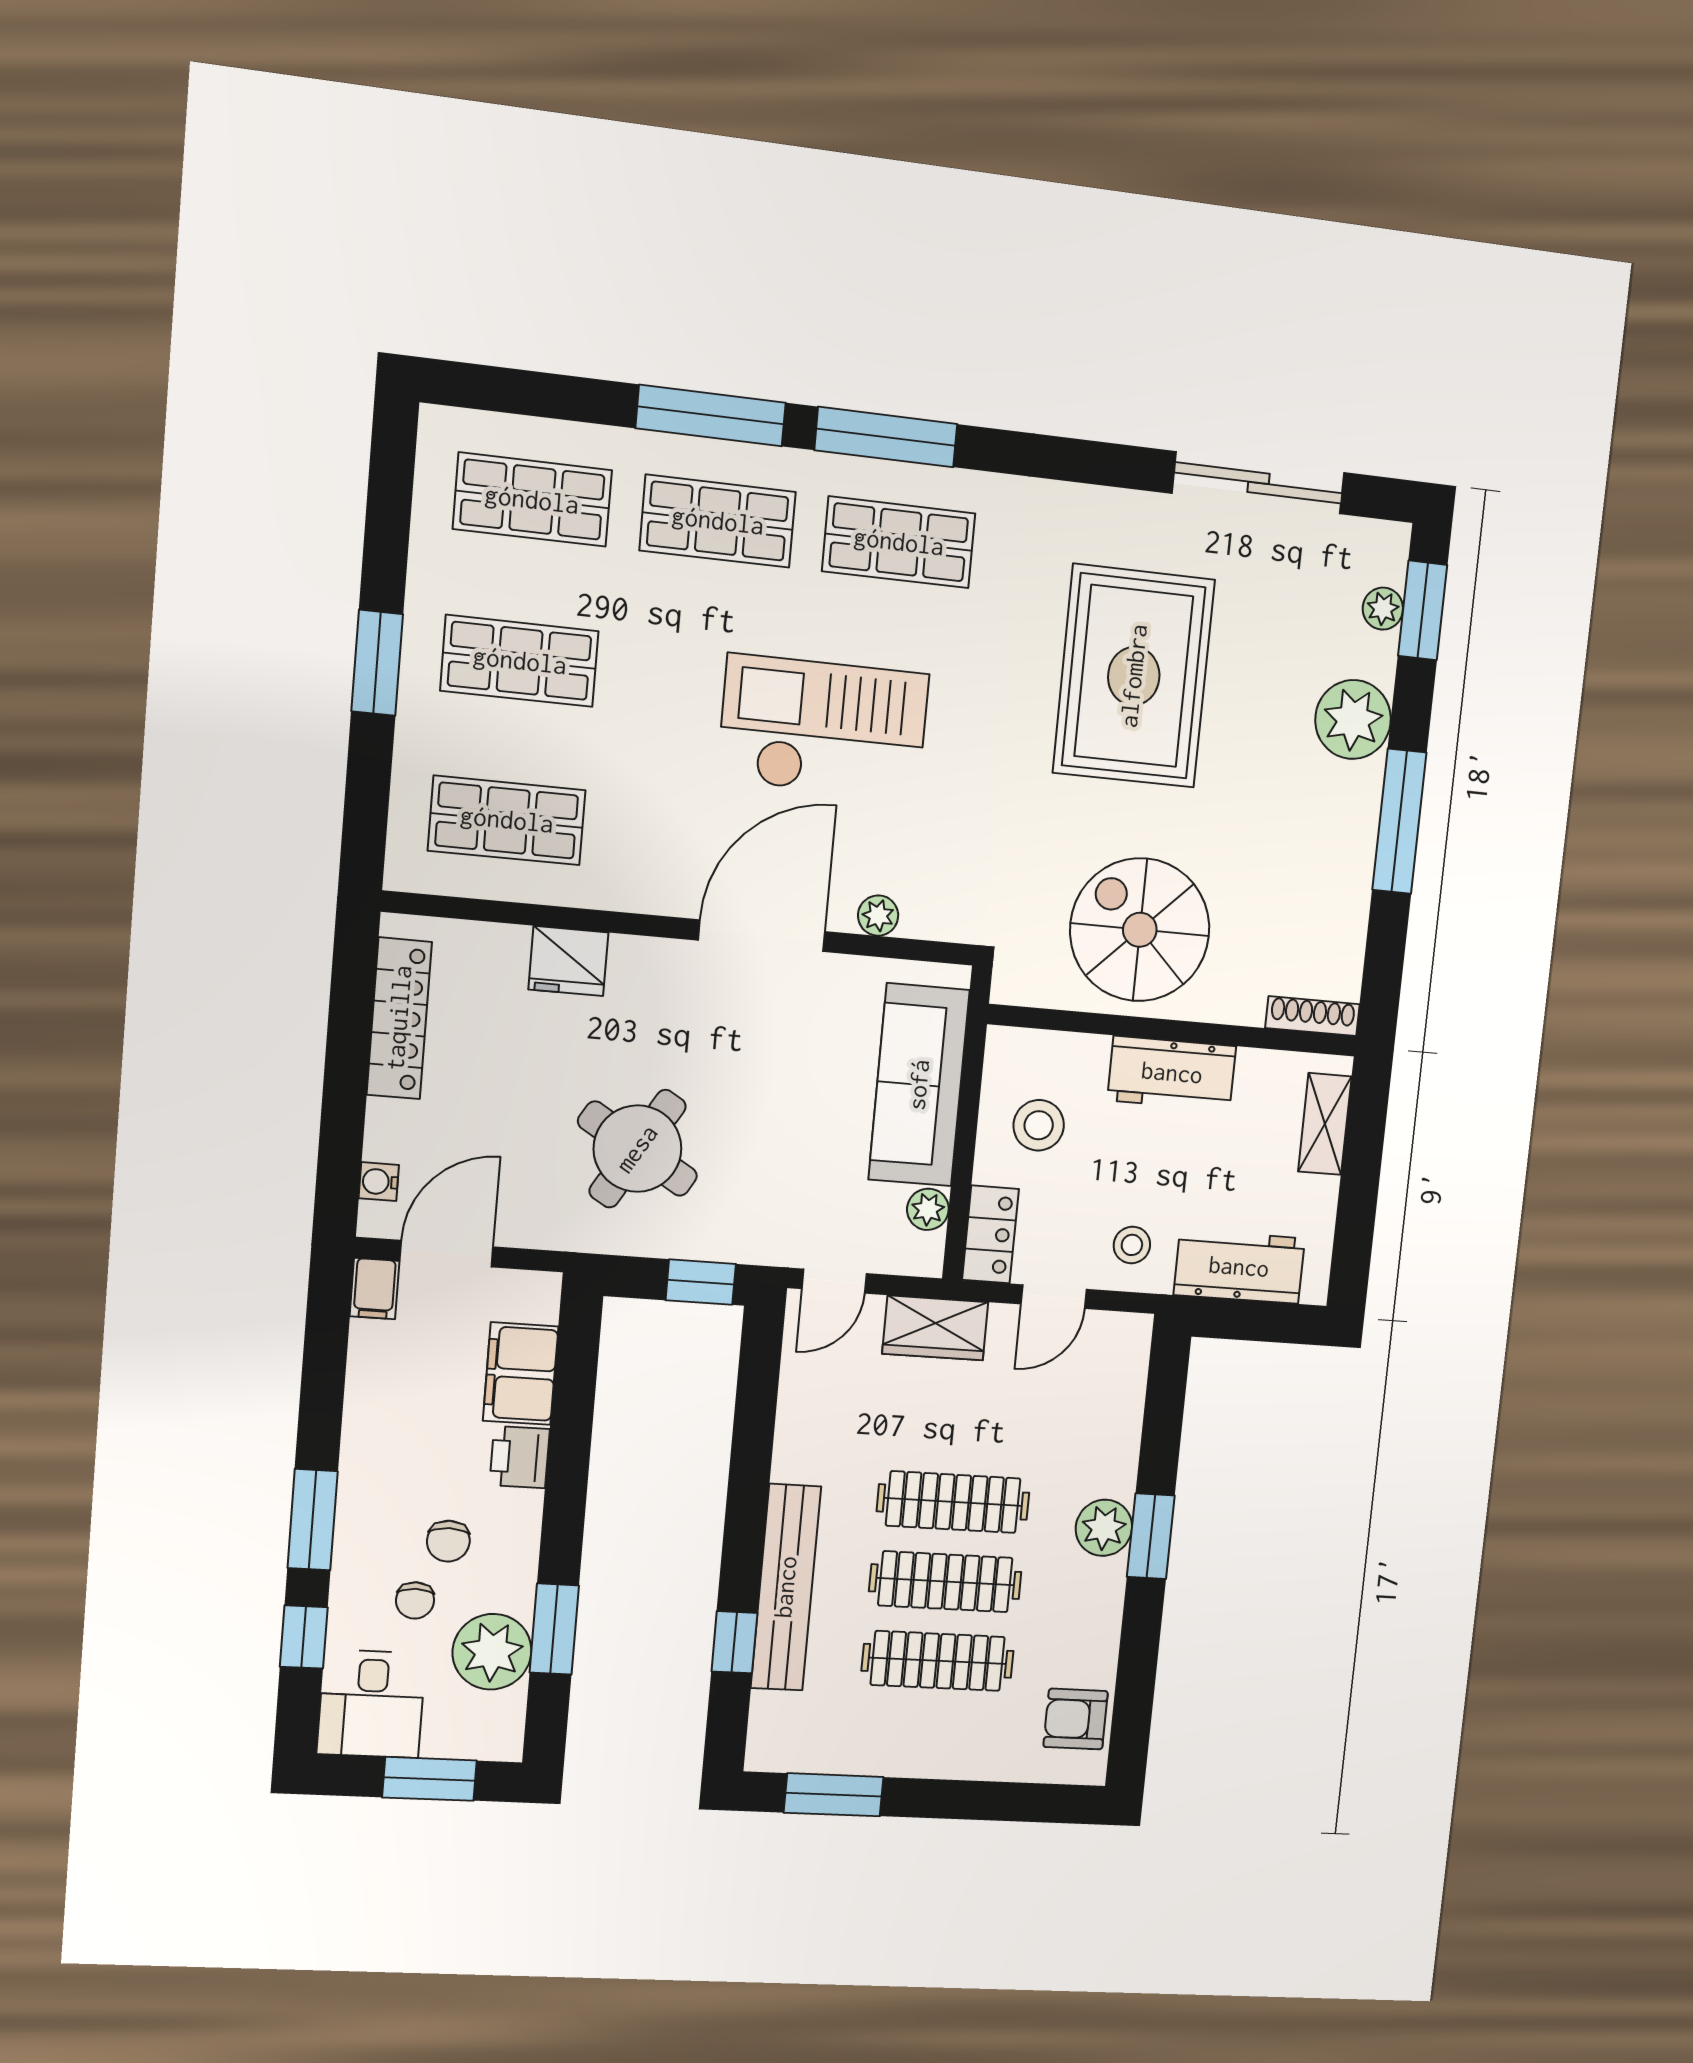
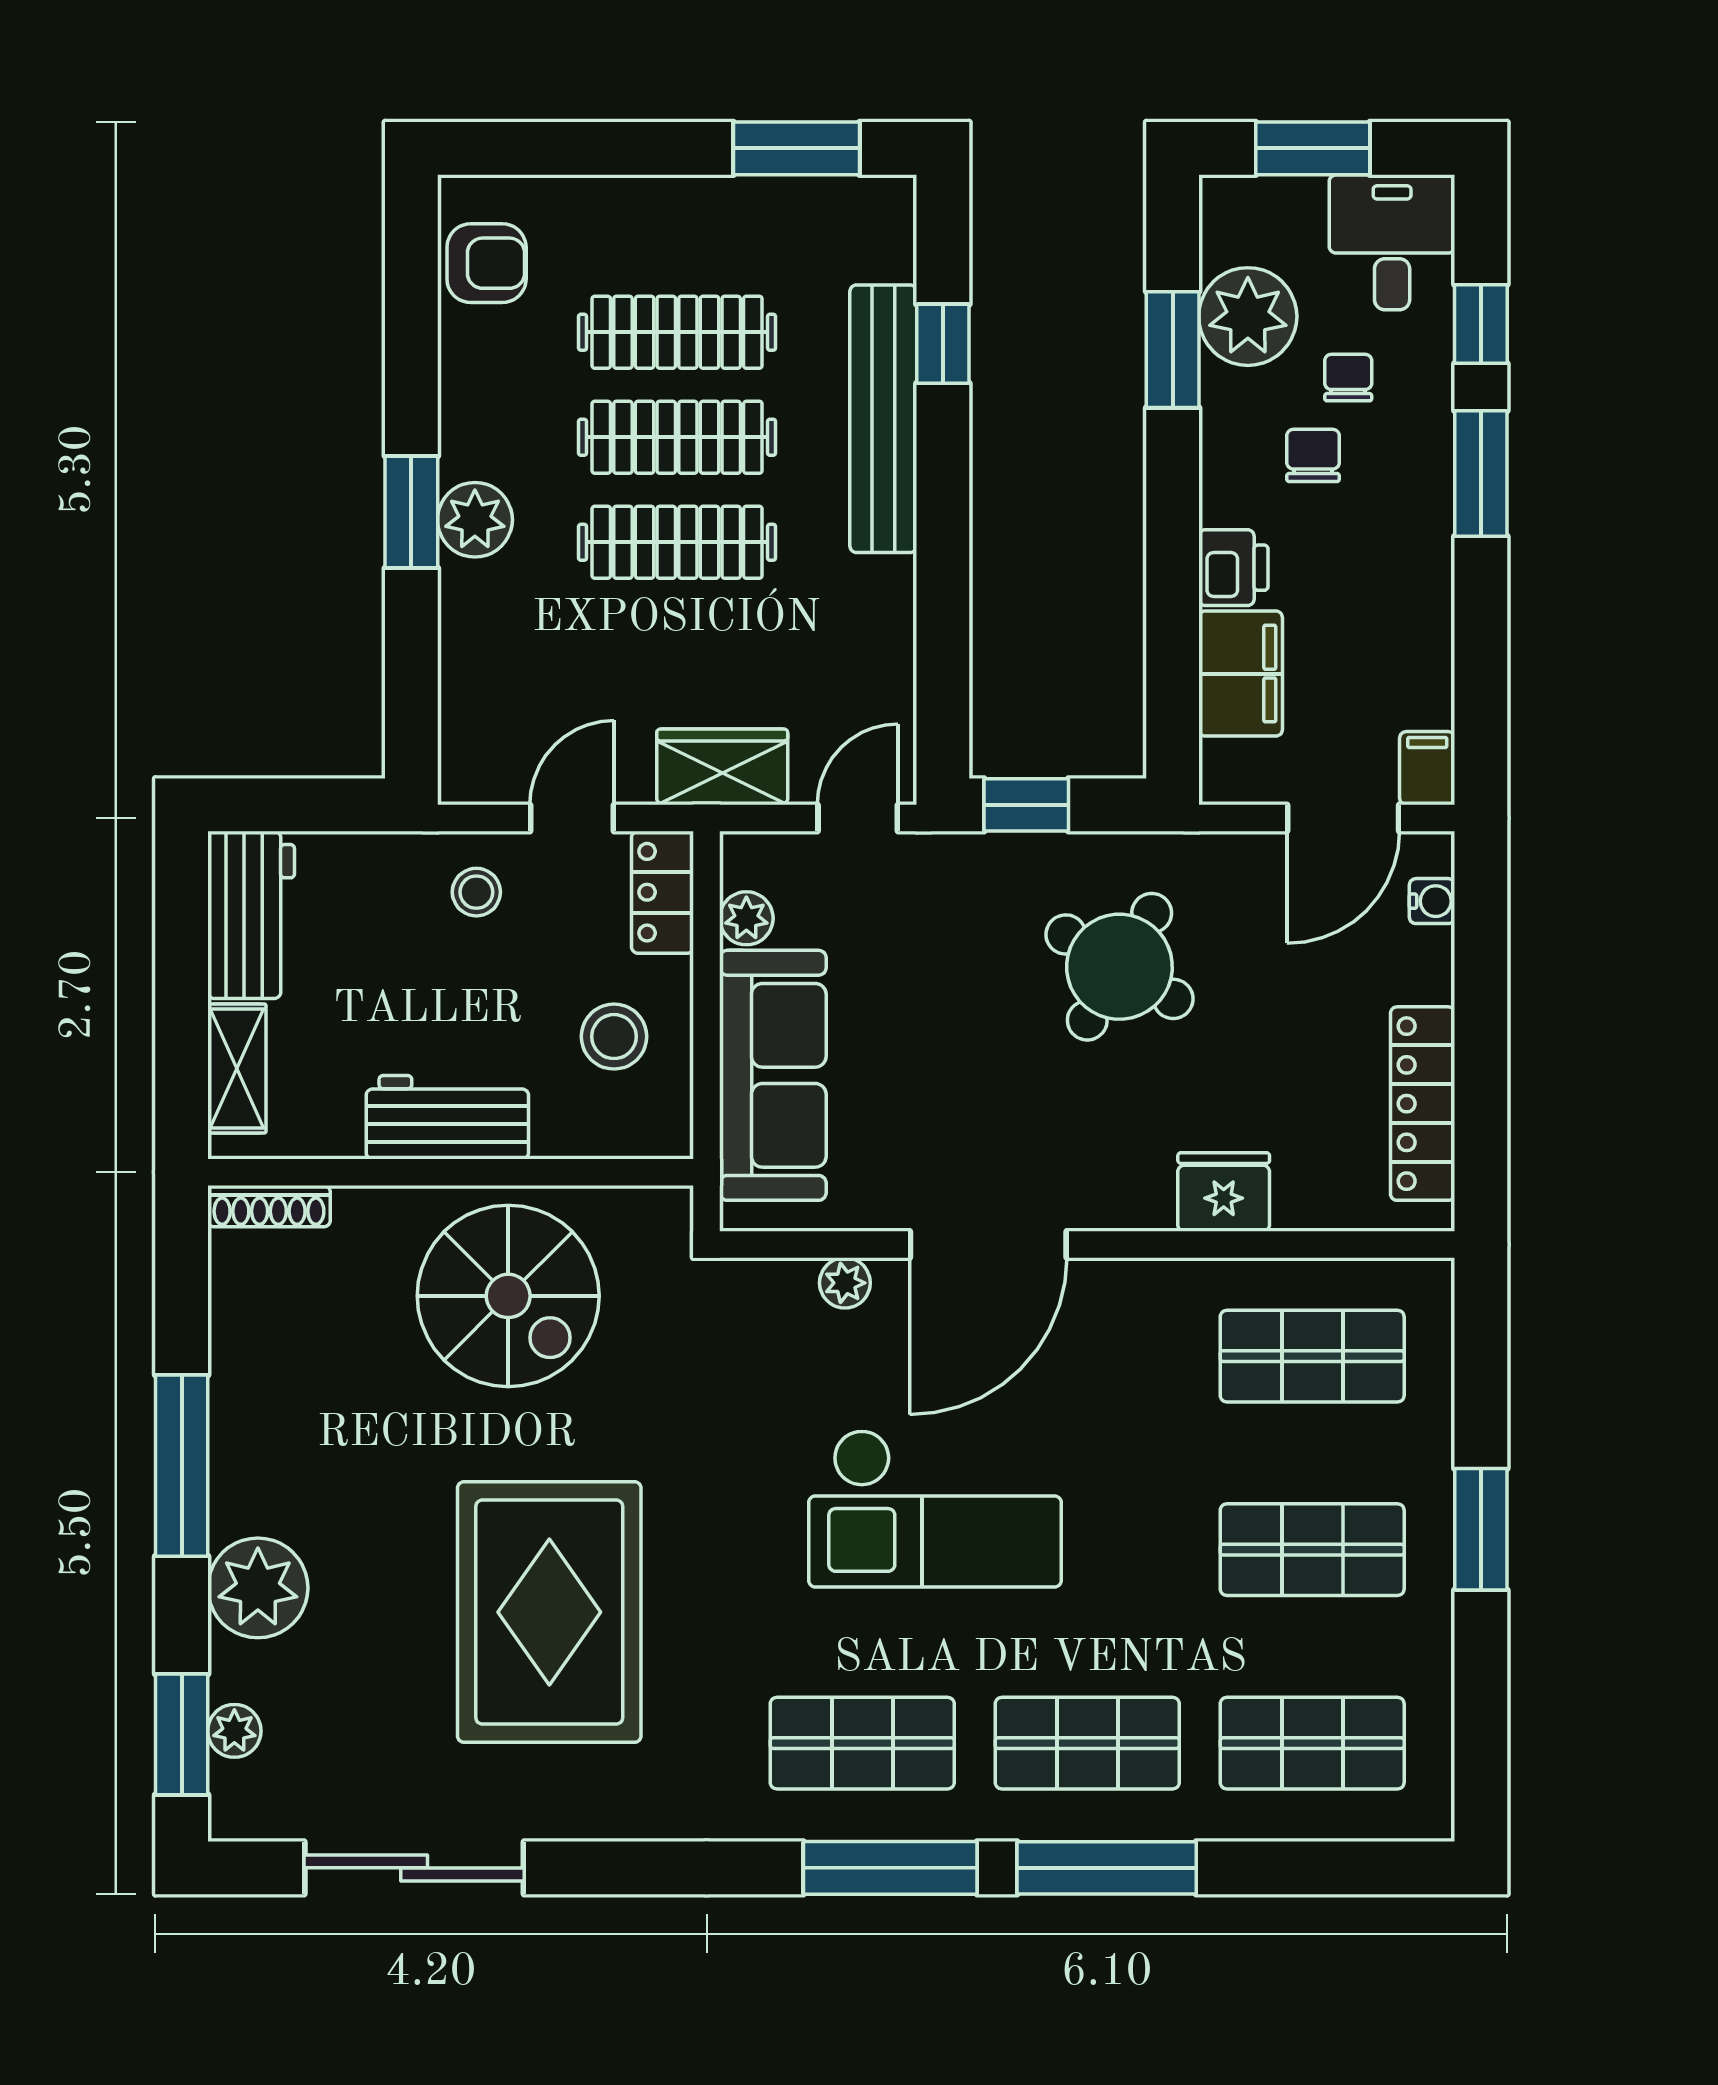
workbench: (1239, 1267) -> (251, 915), moved, turned -90

